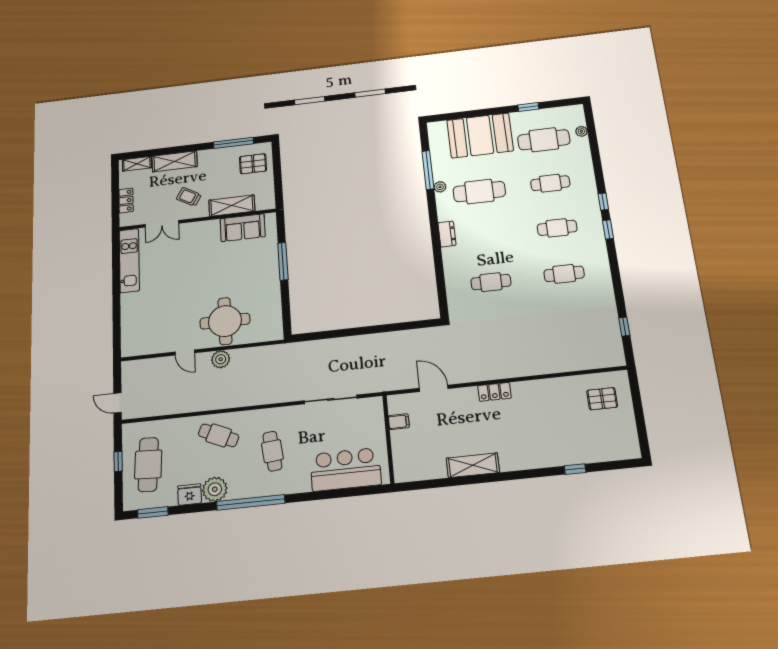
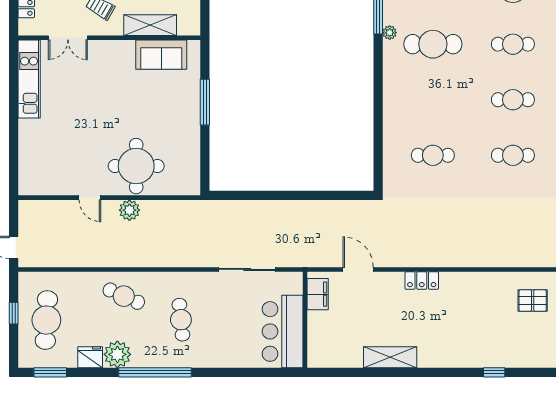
dresser: (447, 234) -> (391, 92), removed
filing cabinet: (399, 422) -> (318, 294), width x2.00
bar counter: (346, 469) -> (283, 331), moved, turned -90

